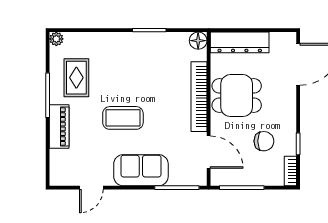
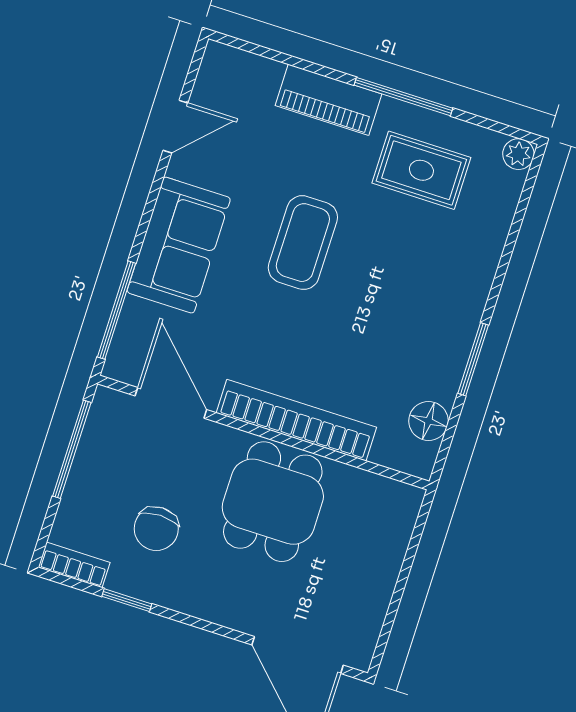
floor lamp: (198, 41) -> (428, 421), moved
dresser: (240, 42) -> (385, 545), removed
door: (209, 152) -> (171, 403), swing flipped
door: (91, 188) -> (175, 127), swing flipped

